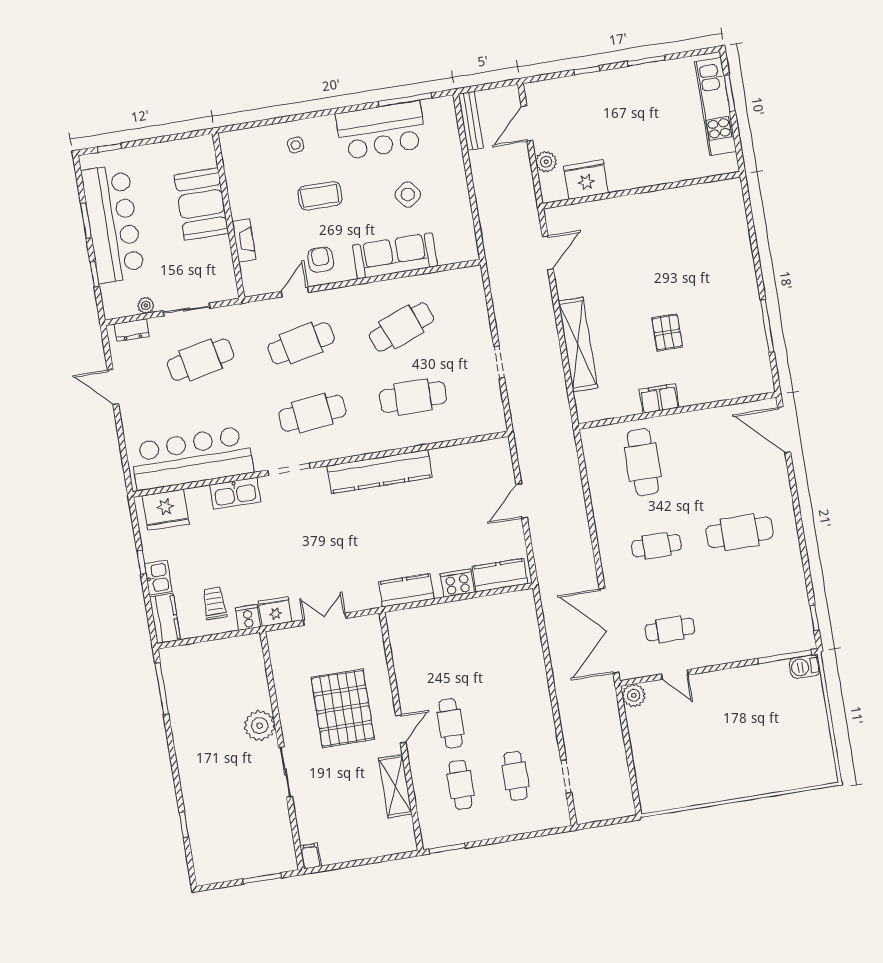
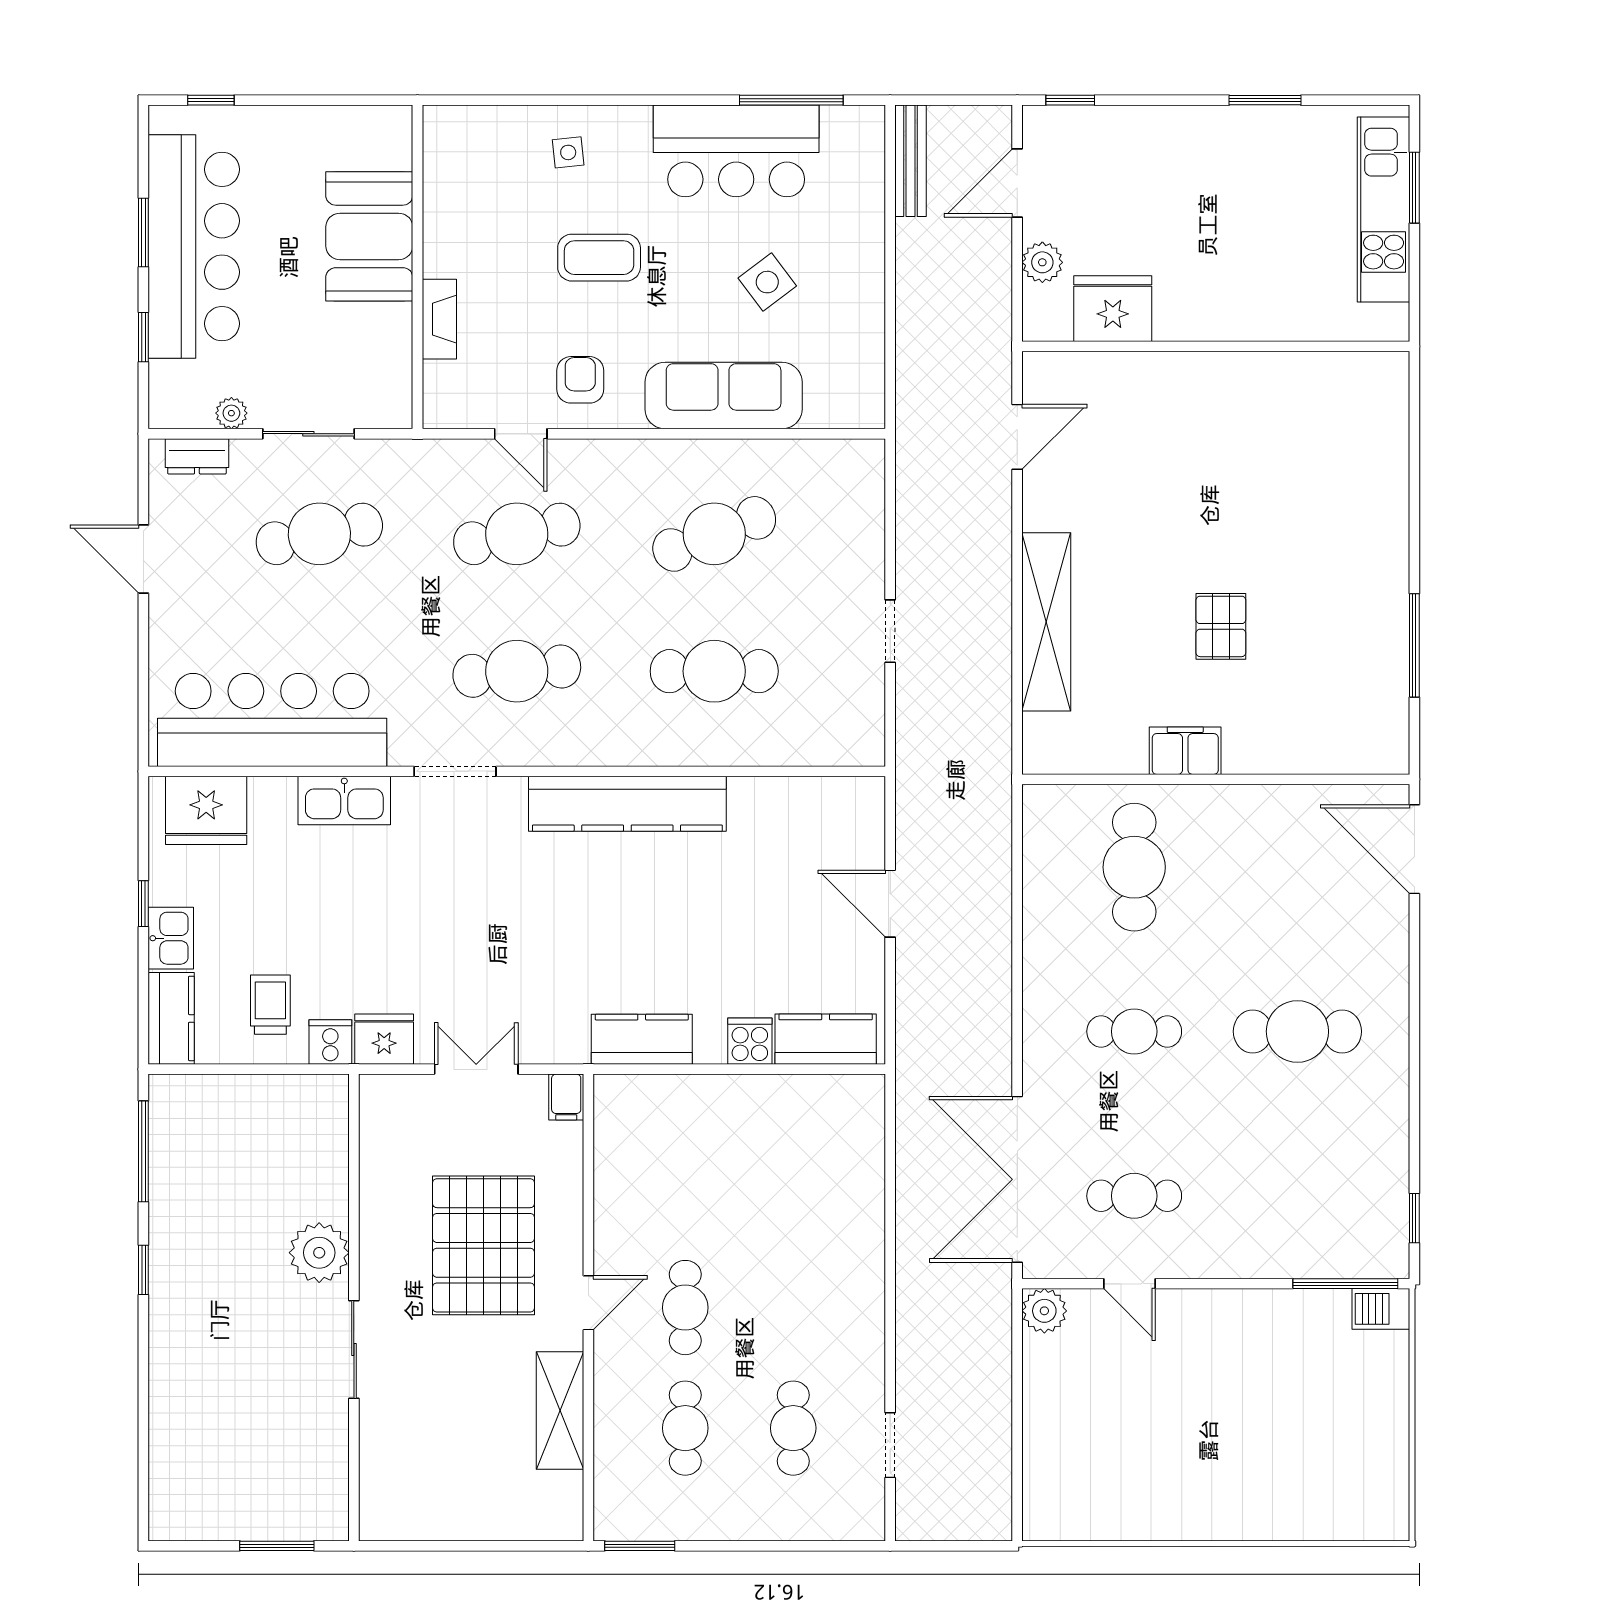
window: (587, 70) -> (1070, 100), moved
door: (295, 292) -> (521, 434), swing flipped
door: (522, 501) -> (890, 904), hinge flipped
cooker: (457, 583) -> (750, 1041), width x0.73
window: (184, 825) -> (143, 1270), moved
filing cabinet: (310, 856) -> (566, 1097), moved, turned 180

